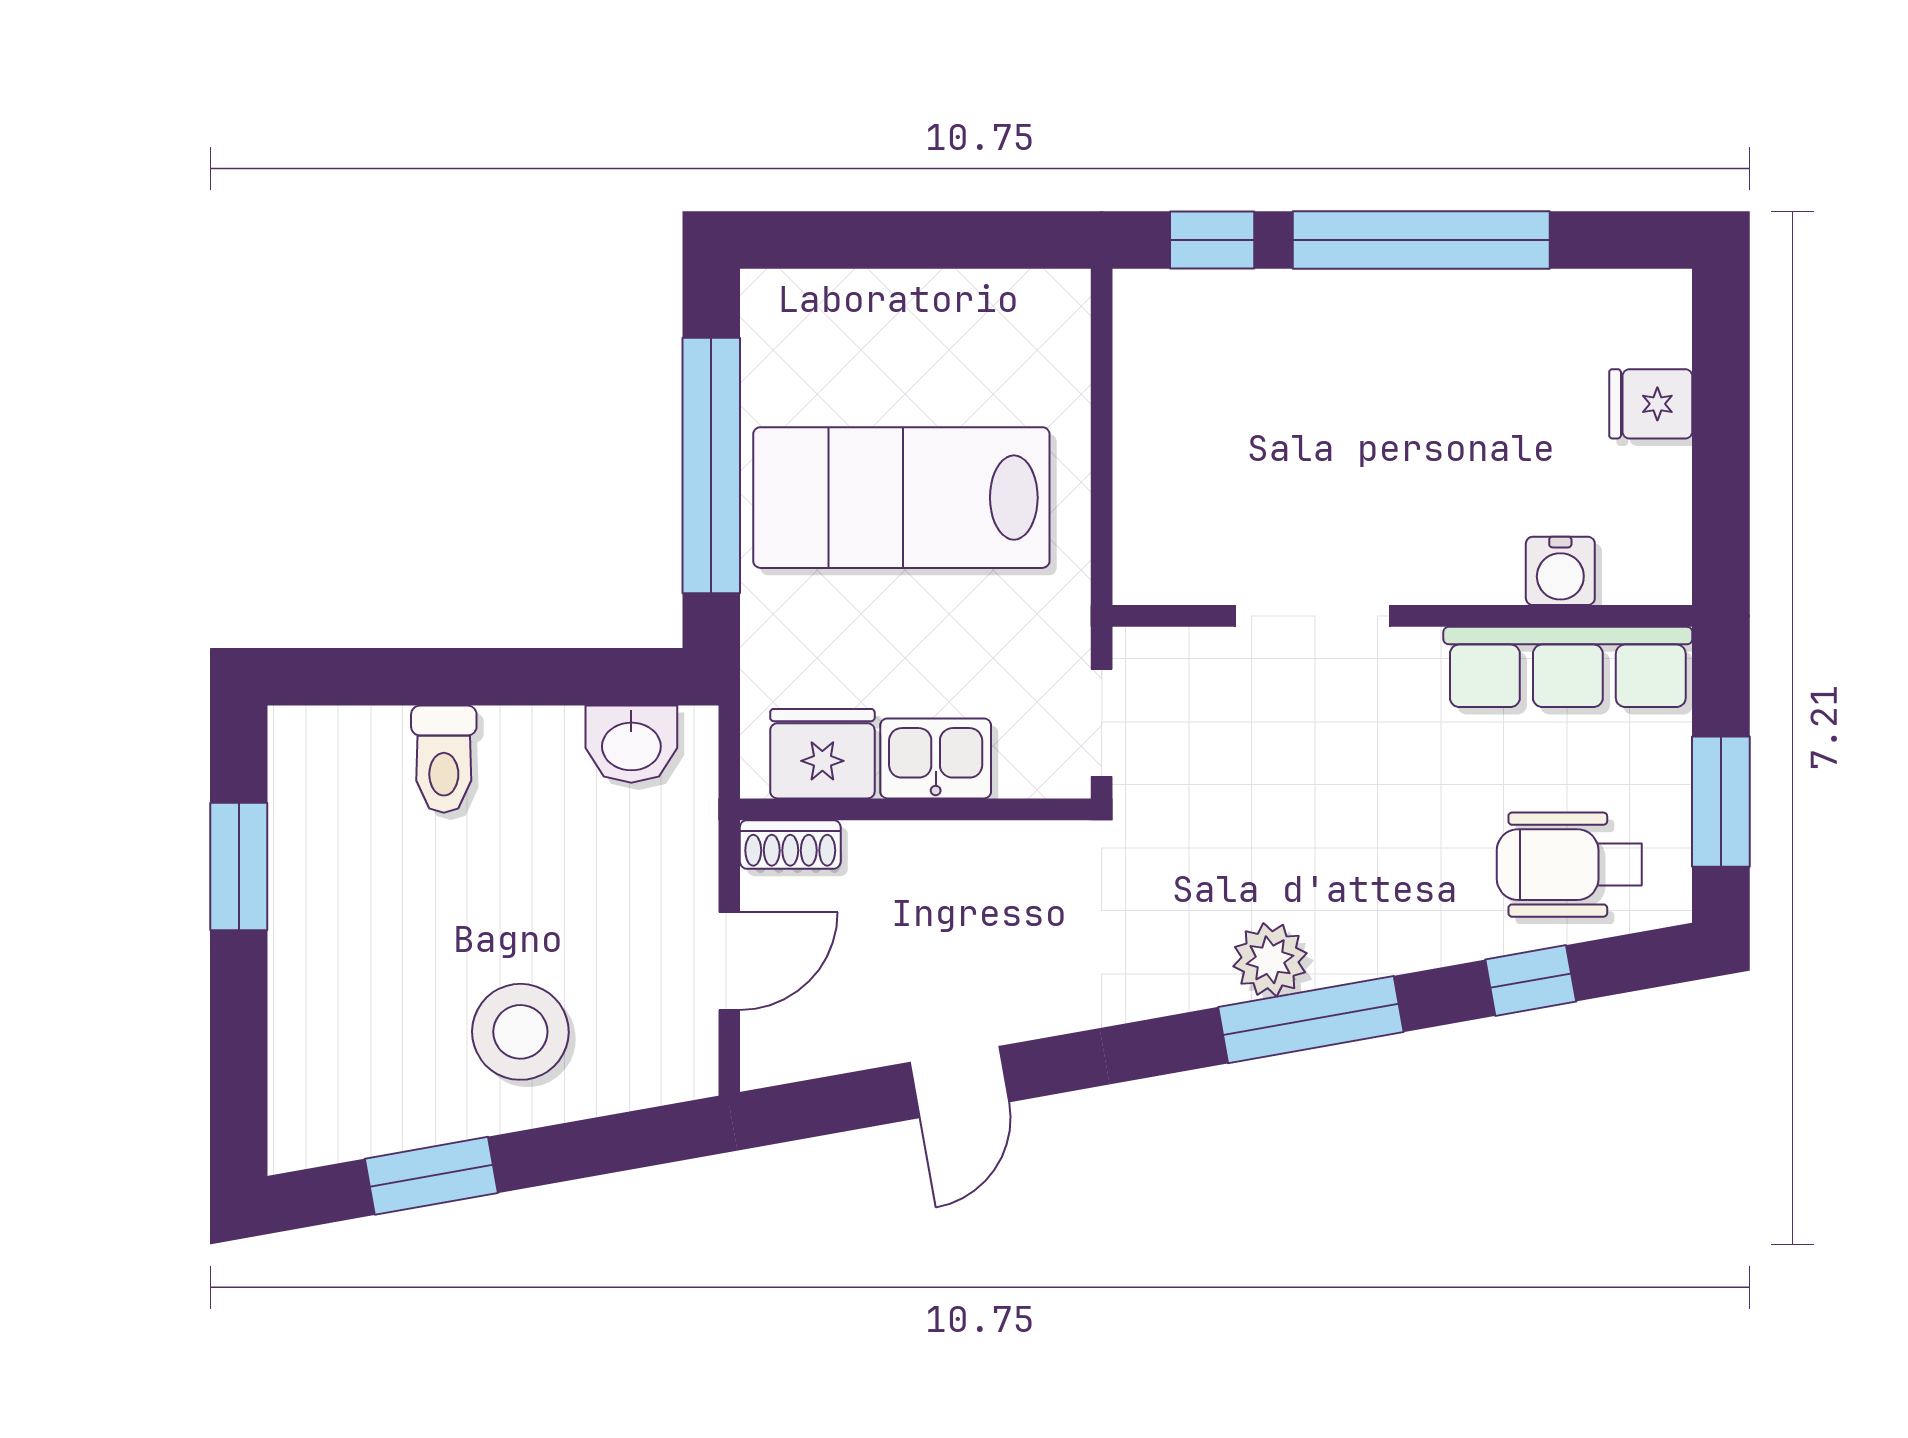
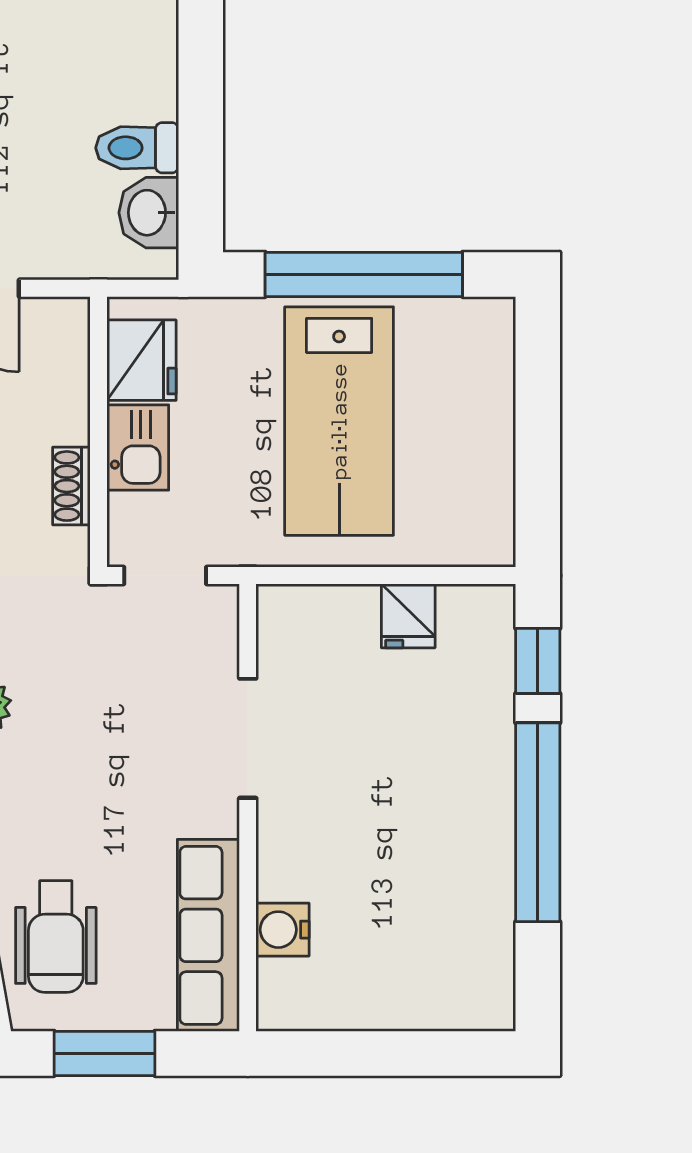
fridge: (1651, 404) -> (408, 616), moved, turned 180
lab bench: (901, 498) -> (339, 421), turned 180
toilet: (444, 759) -> (137, 148), moved
shoe rack: (790, 844) -> (71, 486), moved
wheelchair: (1569, 865) -> (56, 937), turned 180

